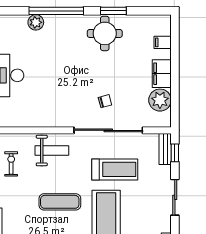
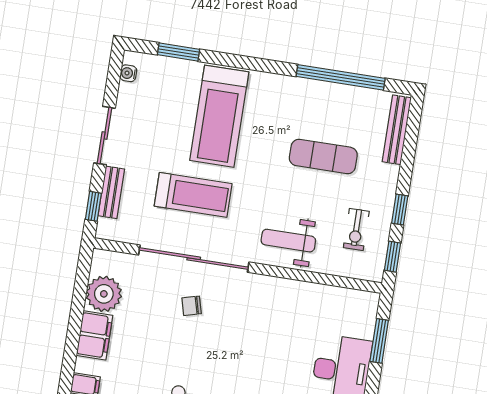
bench: (165, 149) -> (111, 192), moved
treadmill: (115, 169) -> (193, 195), turned 180
exercise mat: (60, 202) -> (323, 156), moved

